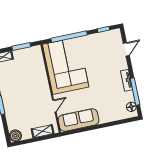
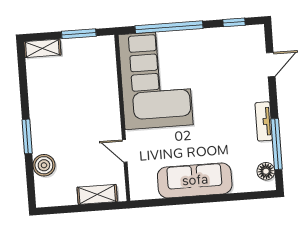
door: (54, 106) -> (125, 151), swing flipped
sofa: (79, 120) -> (195, 180), moved
boiler: (15, 136) -> (44, 165), moved

